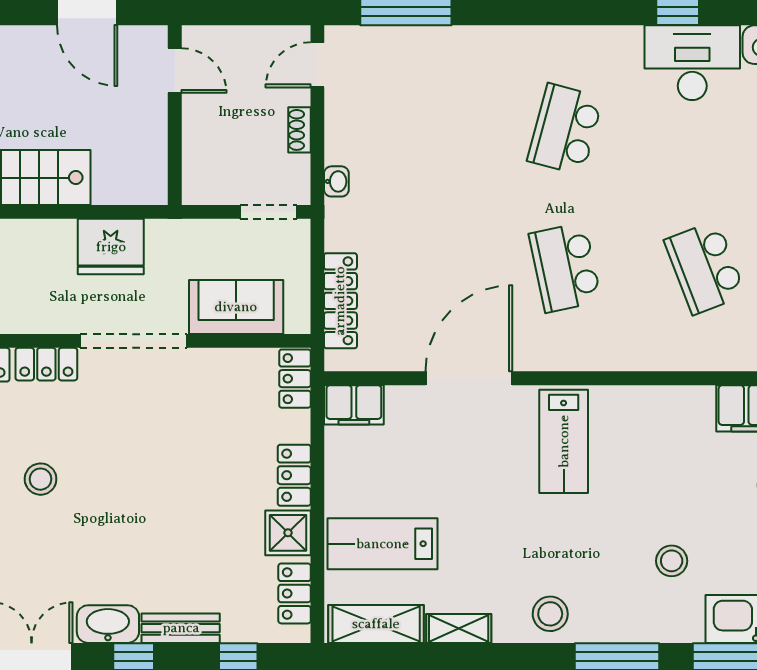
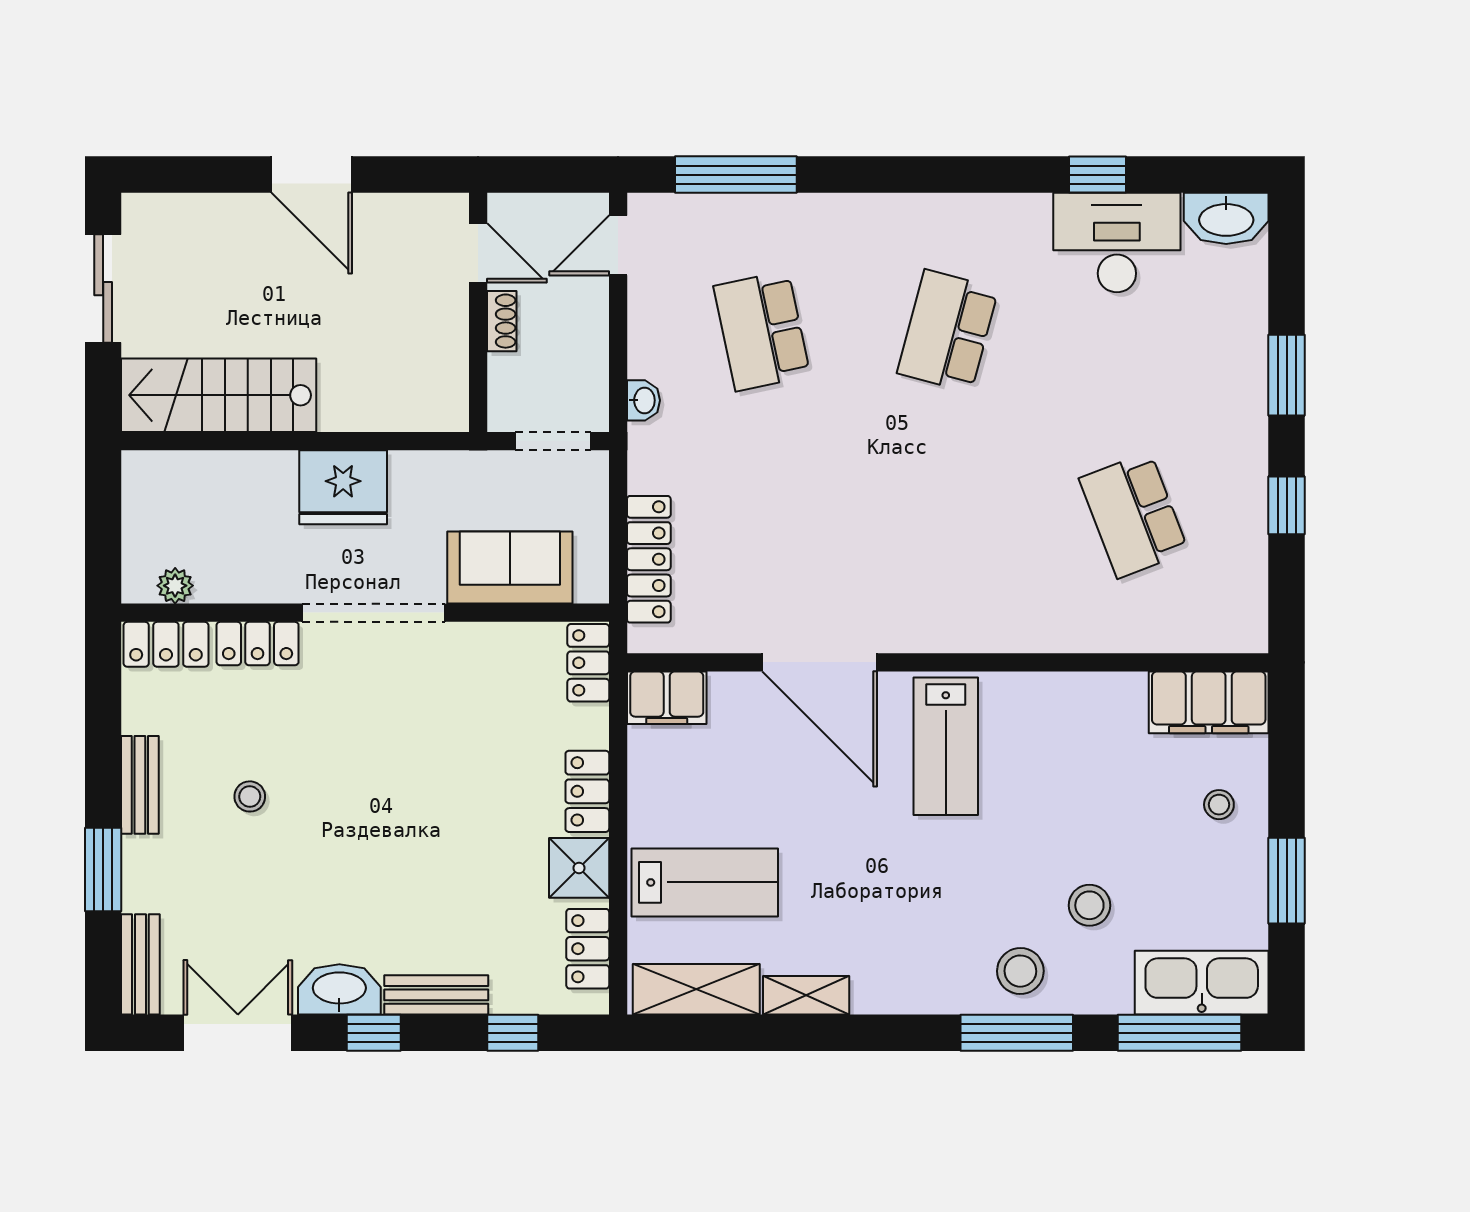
door: (175, 71) -> (478, 253), moved
wall: (175, 115) -> (478, 312), moved
shoe rack: (300, 130) -> (502, 321), moved, turned 180
school desk: (565, 268) -> (762, 331), moved
door: (469, 378) -> (820, 662), swing flipped
stool: (41, 479) -> (250, 796), width x0.73, depth x0.73
lab bench: (383, 544) -> (705, 882), turned 180
stool: (550, 614) -> (1020, 971), moved

